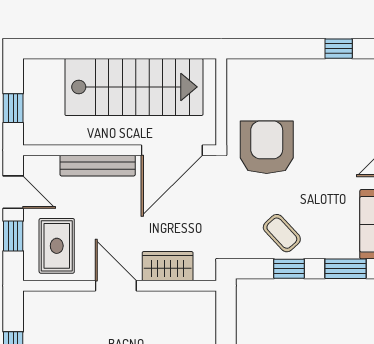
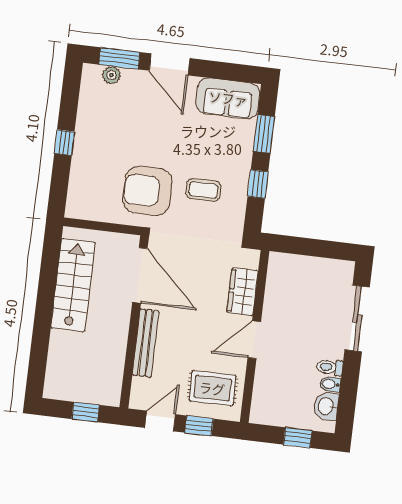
window: (339, 49) -> (64, 143), moved
stairs: (134, 87) -> (73, 285), width x0.73, depth x0.66
coffee table: (282, 233) -> (203, 190), moved, turned 43

